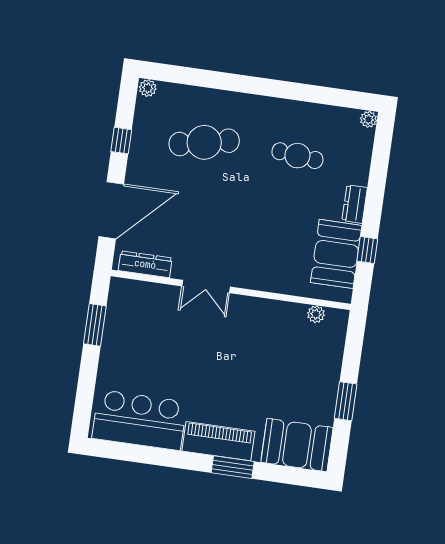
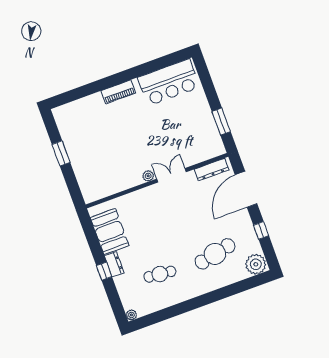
plant: (148, 88) -> (256, 264), width x1.88, depth x1.88
window: (367, 250) -> (104, 271), moved
plant: (316, 314) -> (148, 176), moved
piano: (218, 441) -> (118, 92), width x0.73, depth x0.75
booth: (297, 445) -> (75, 115), removed
window: (233, 467) -> (104, 84), removed

